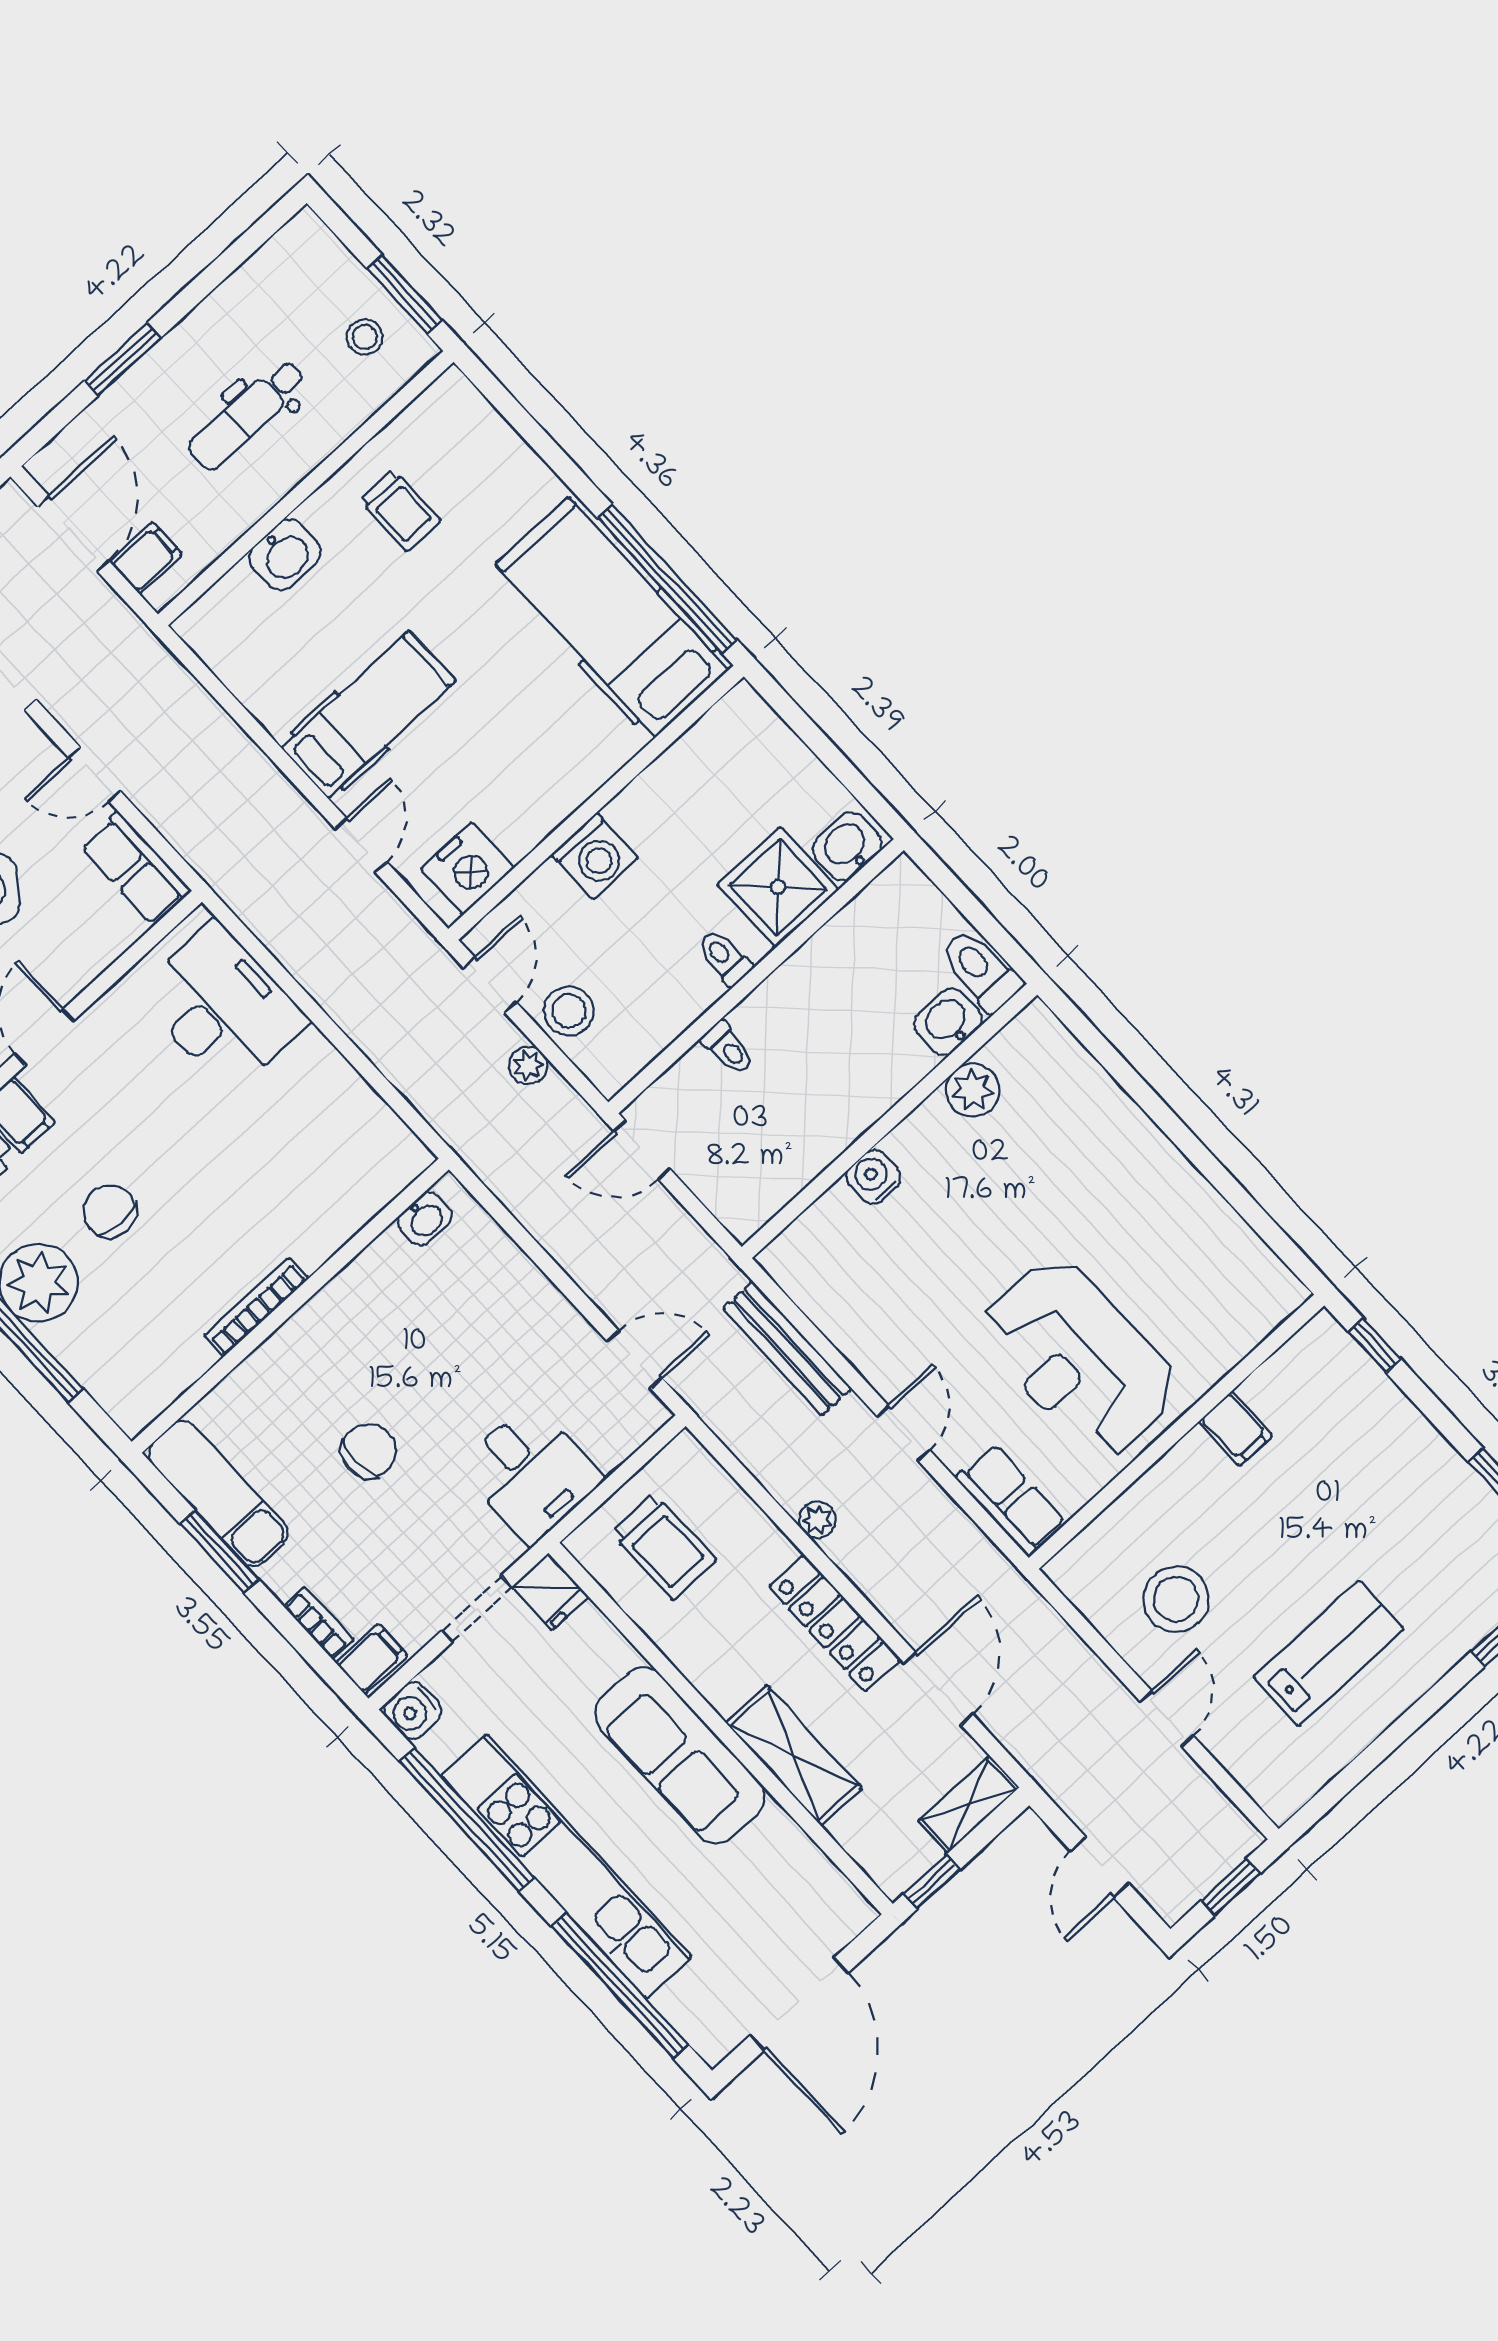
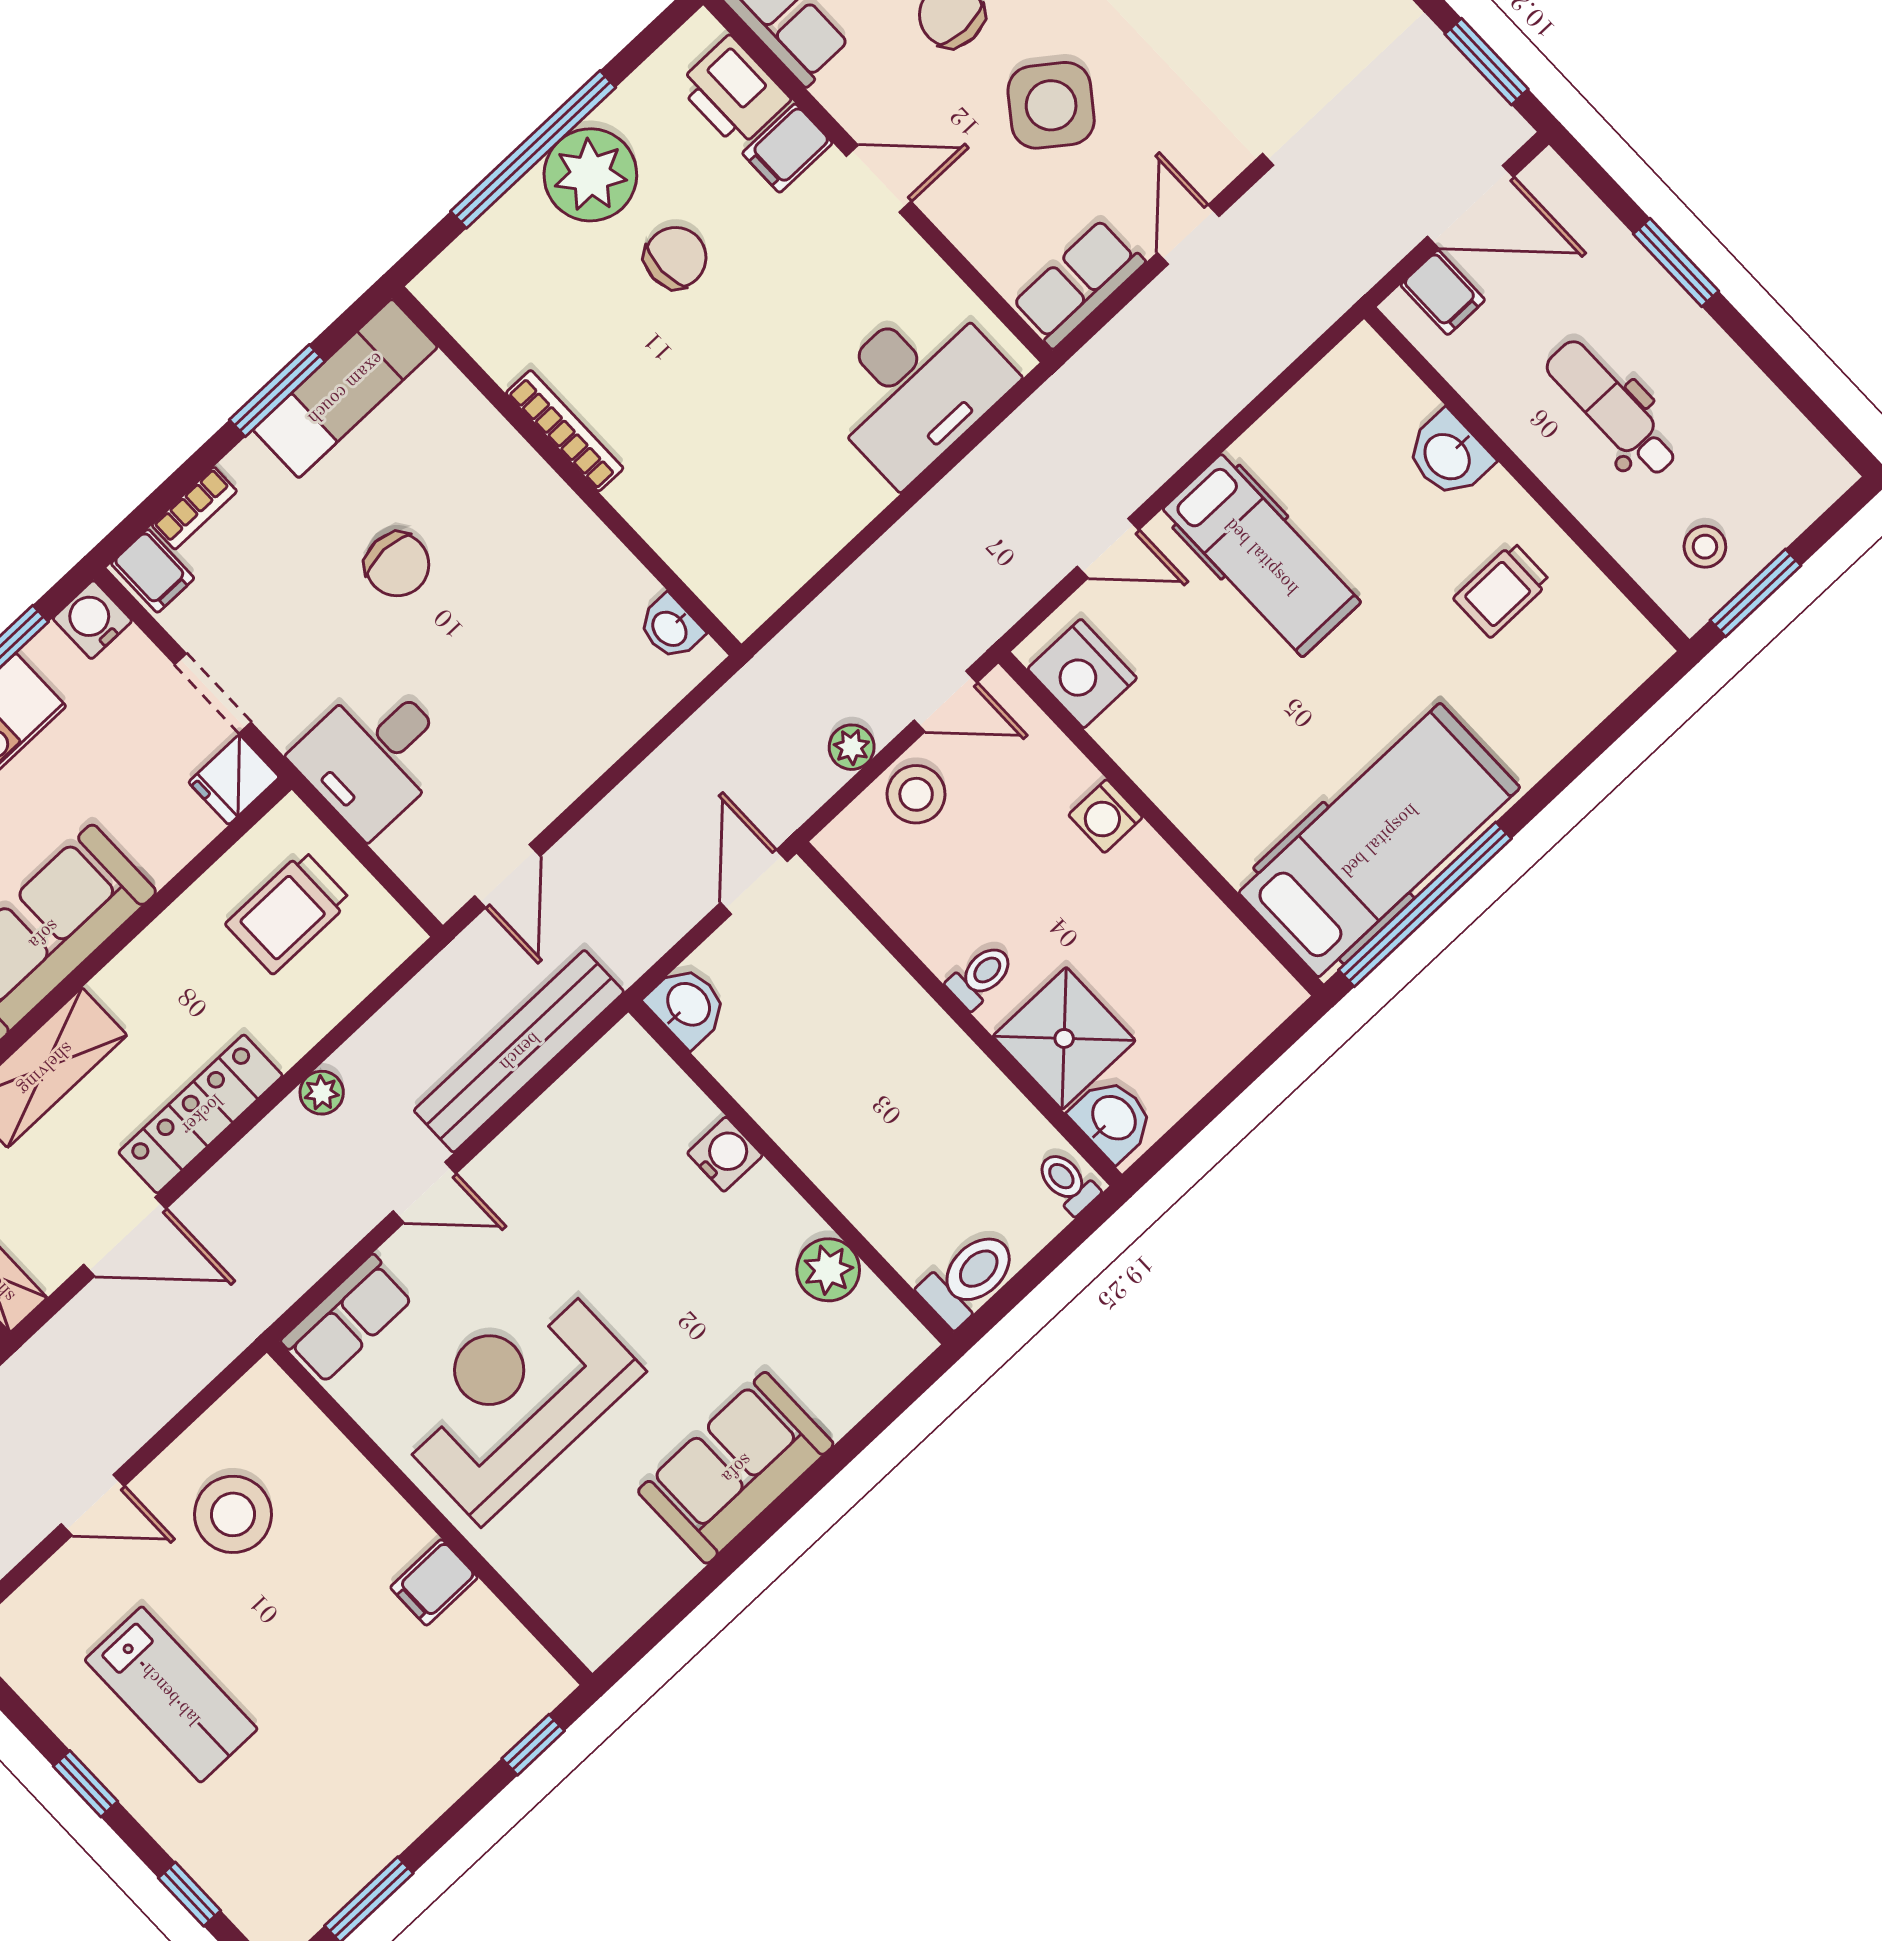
washing machine: (595, 856) -> (1106, 816), width x0.73, depth x0.73
washbasin: (948, 1022) -> (687, 1006), moved
toilet: (728, 1048) -> (1067, 1183), moved, turned 90
sofa: (1141, 1171) -> (736, 1468), added
bench: (787, 1348) -> (519, 1051), width x1.37, depth x1.21
window: (1404, 1727) -> (85, 1784), added

